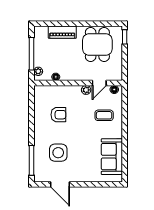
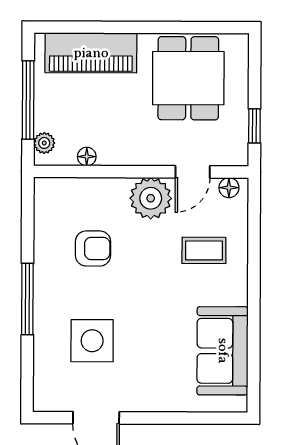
piano: (62, 32) -> (91, 53), width x1.37, depth x1.33
window: (125, 37) -> (254, 126), moved
plant: (86, 90) -> (151, 198), width x1.88, depth x1.88
window: (32, 160) -> (27, 299), moved

